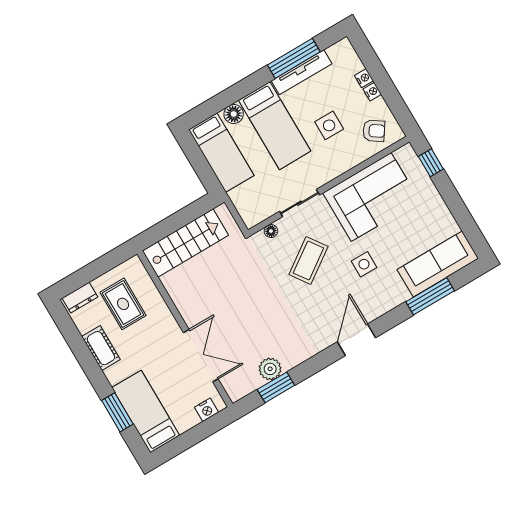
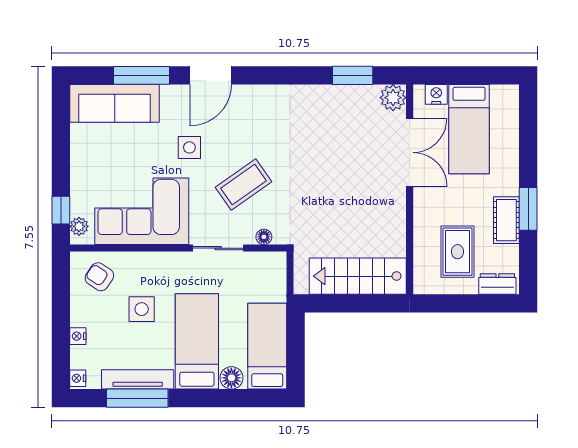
nightstand: (372, 92) -> (78, 378), moved
plant: (411, 159) -> (79, 226), added
door: (357, 340) -> (211, 75), moved
double door: (201, 356) -> (410, 152), swing flipped
plant: (270, 369) -> (393, 98), moved
bed: (146, 411) -> (469, 129), moved
window: (117, 412) -> (528, 209), moved

